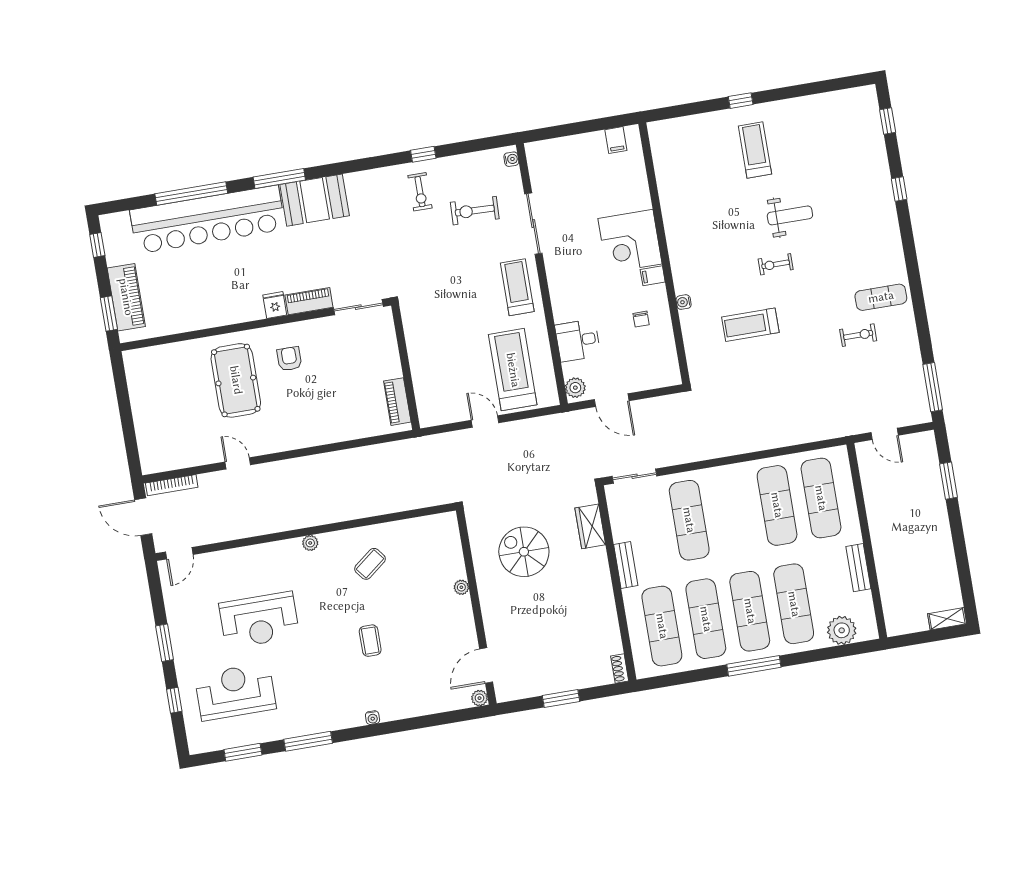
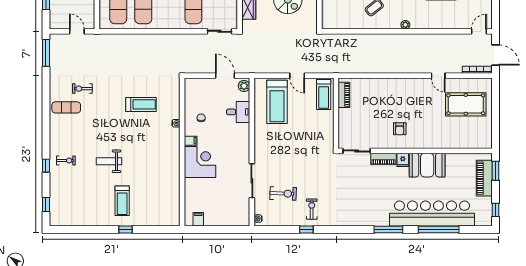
booth: (315, 200) -> (427, 165), moved
exercise bike: (776, 264) -> (66, 160), moved
treadmill: (517, 287) -> (324, 94), moved
pool table: (236, 380) -> (466, 104), moved, turned 90

